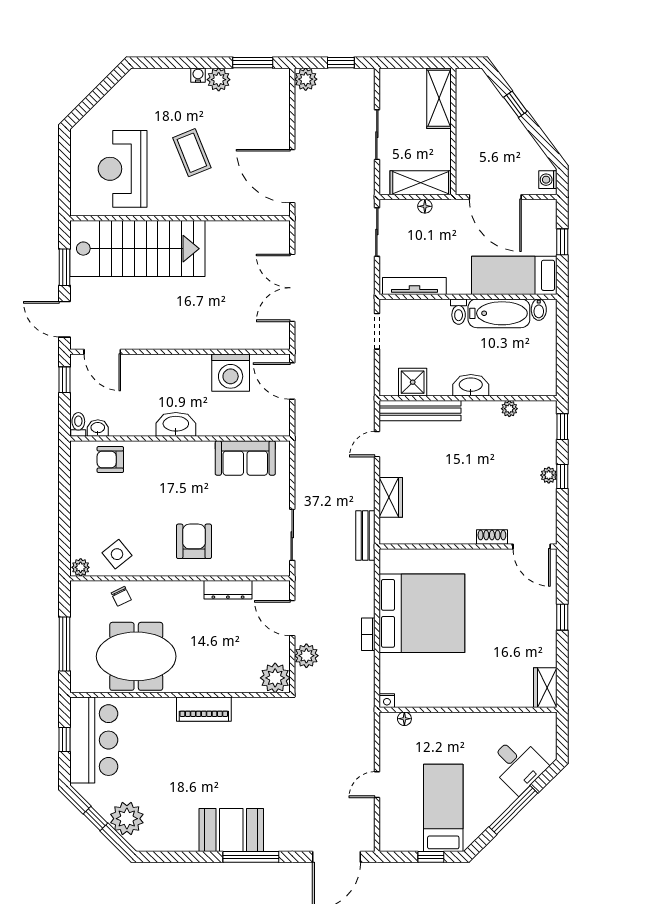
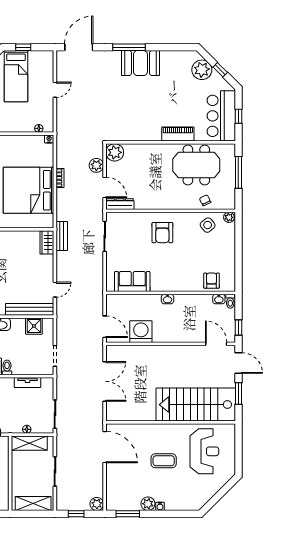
shelving: (439, 98) -> (33, 503), moved, turned 90
coffee table: (192, 153) -> (164, 461), turned -68
tv unit: (414, 286) -> (27, 383), width x0.71
washbasin: (176, 424) -> (167, 299), width x0.52, depth x0.69
armchair: (110, 460) -> (212, 281), turned -90
wardrobe: (391, 497) -> (47, 242), moved
dresser: (228, 590) -> (120, 204), moved
piano: (204, 709) -> (178, 134), moved

